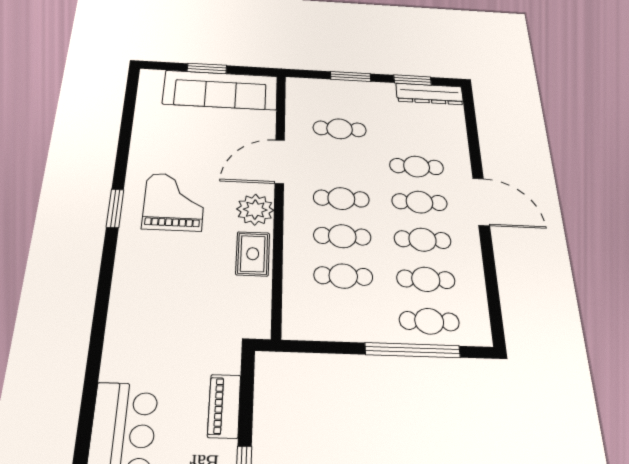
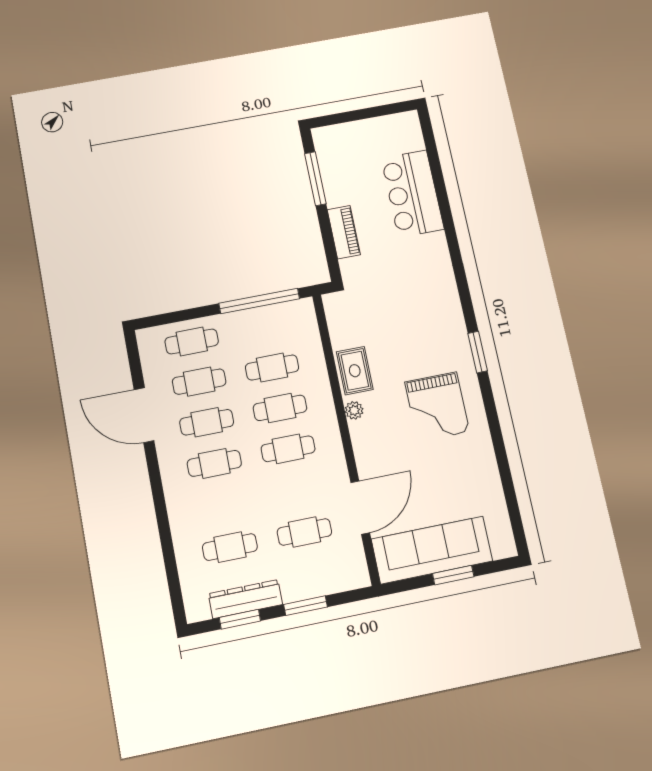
dresser: (430, 94) -> (245, 599), moved
door: (280, 162) -> (360, 507), moved
cafe table: (417, 166) -> (230, 547), moved
door: (481, 202) -> (144, 415), moved
window: (115, 208) -> (478, 352), moved
plant: (255, 210) -> (354, 410), width x0.53, depth x0.53
window: (413, 350) -> (259, 301), moved

